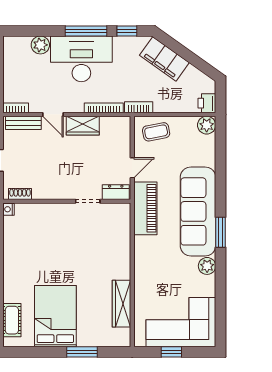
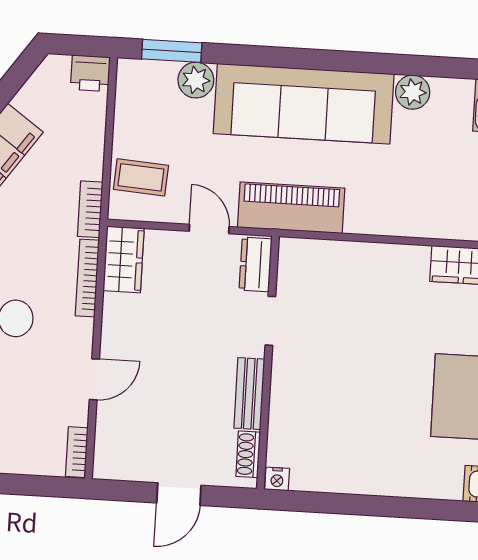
bench: (23, 123) -> (249, 394), moved
plant: (207, 125) -> (196, 80), moved
wardrobe: (83, 126) -> (124, 260), moved
coffee table: (156, 132) -> (141, 177), turned -75
window: (221, 232) -> (172, 51), moved

